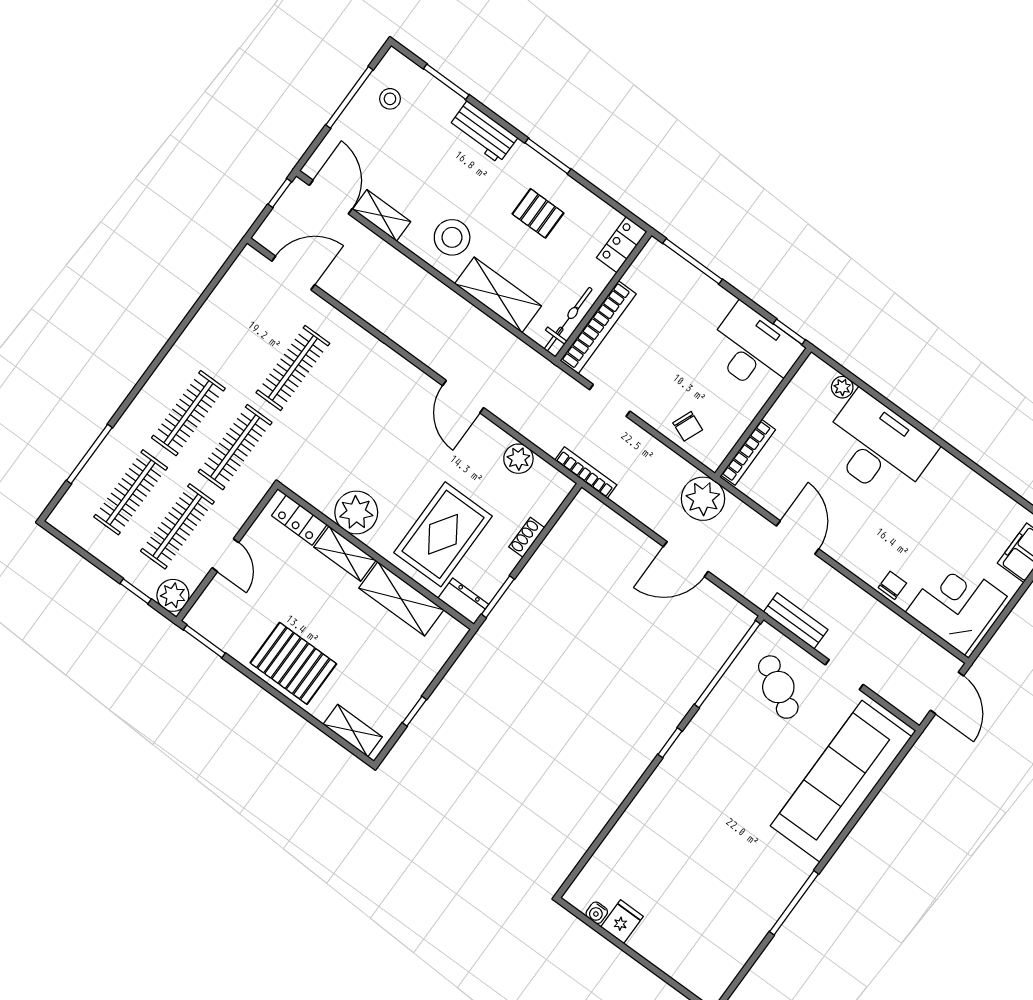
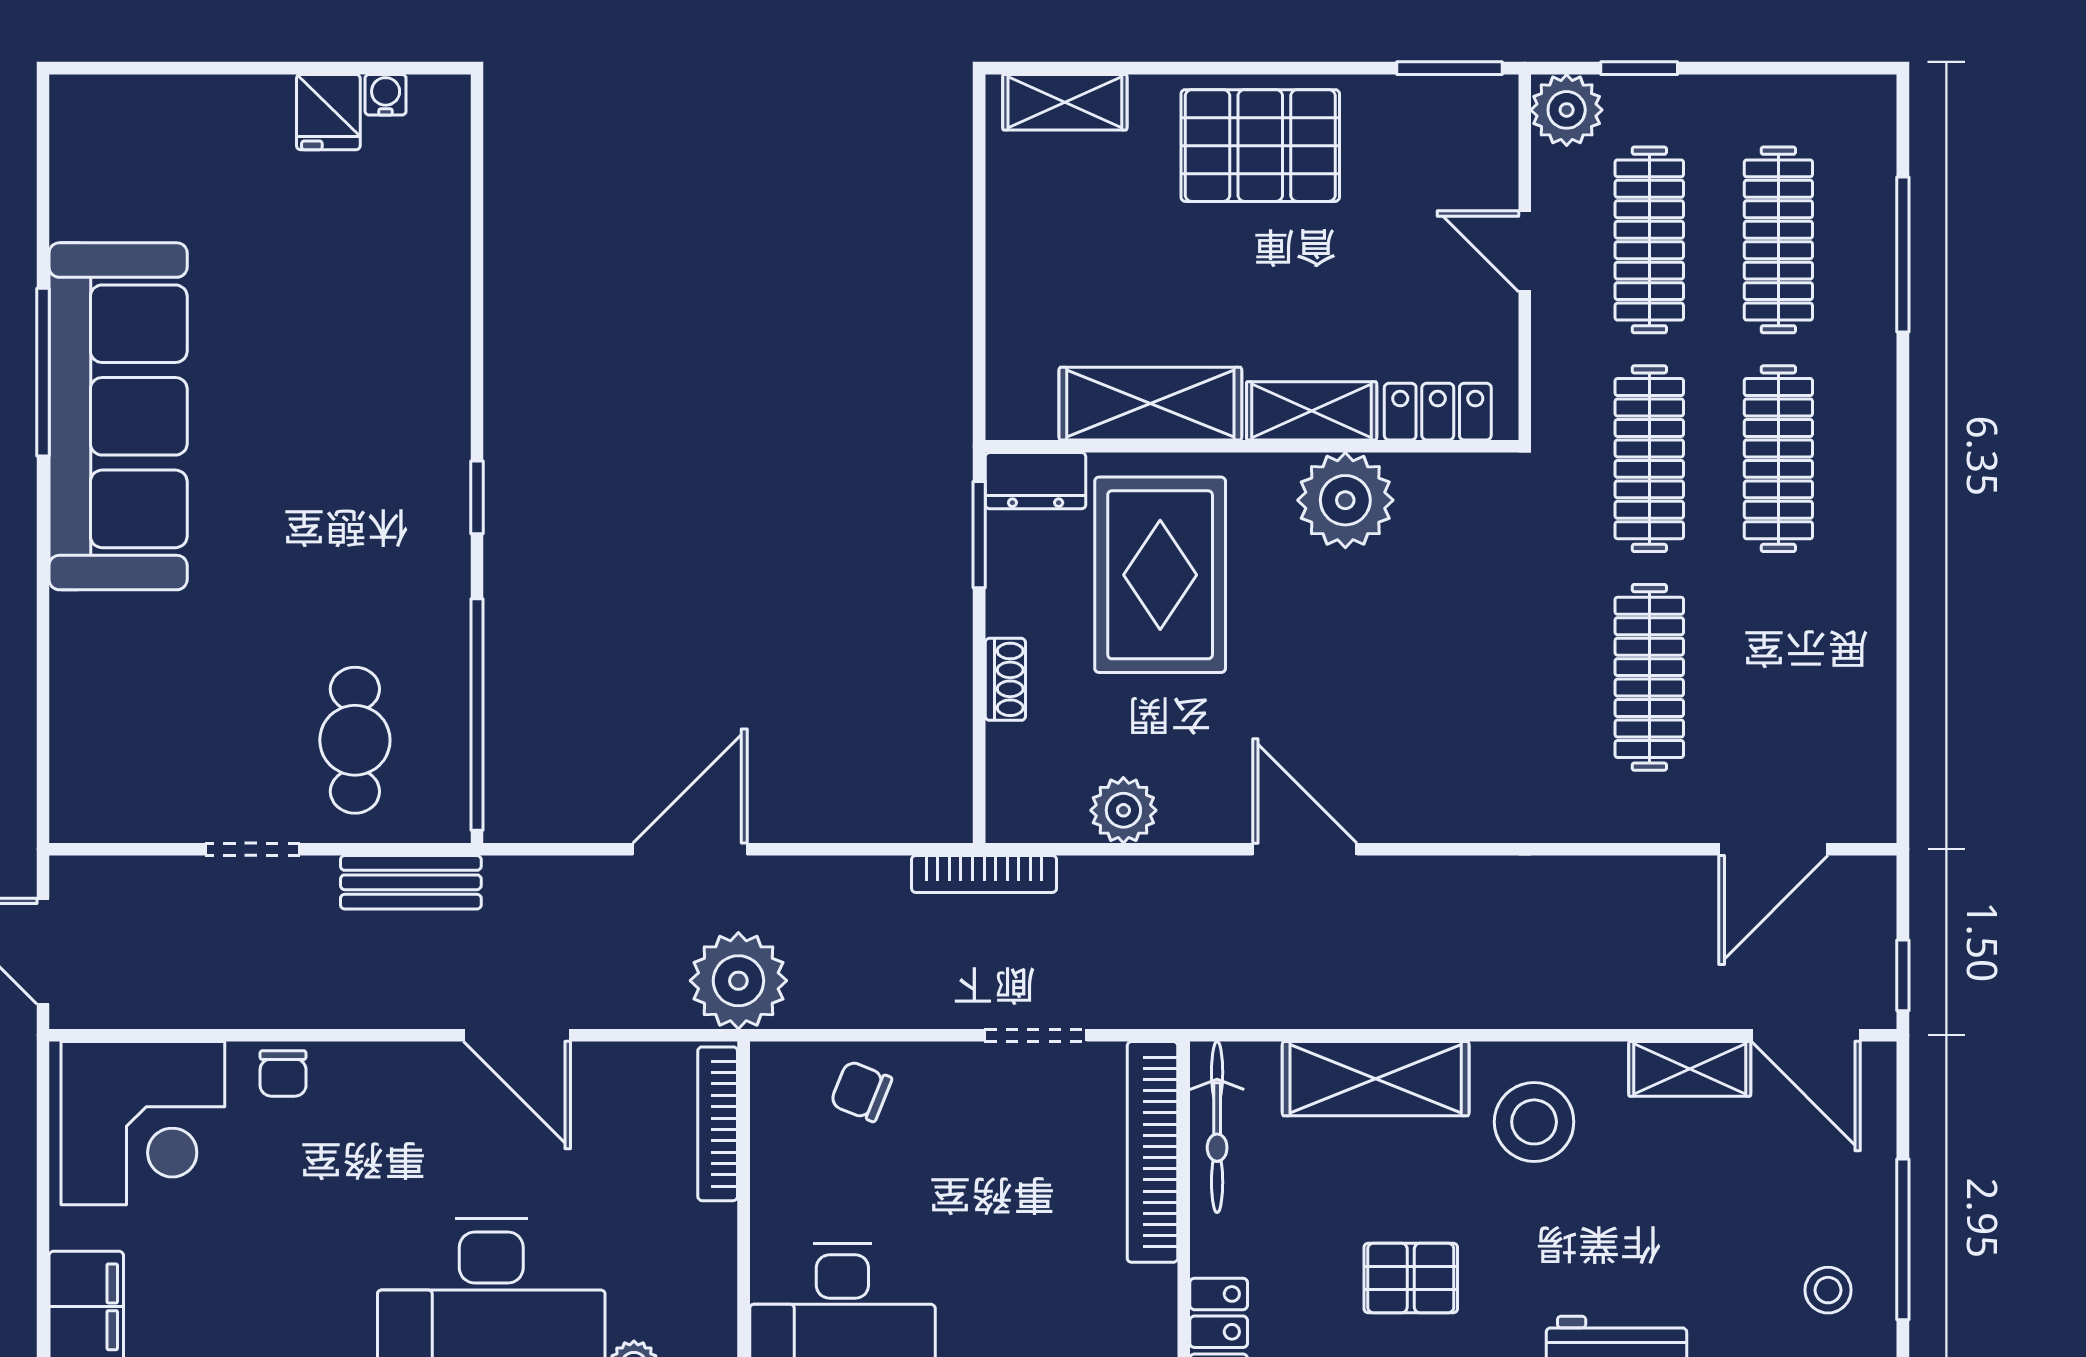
cafe table: (778, 687) -> (355, 740), turned 59
window: (414, 711) -> (979, 219), removed
sofa: (841, 781) -> (118, 416), moved

